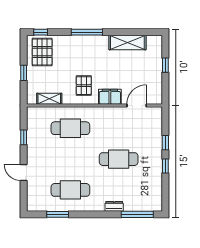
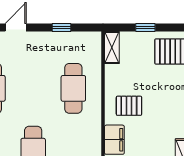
shelving: (49, 99) -> (112, 47), moved

